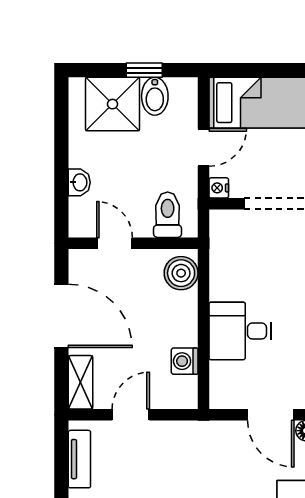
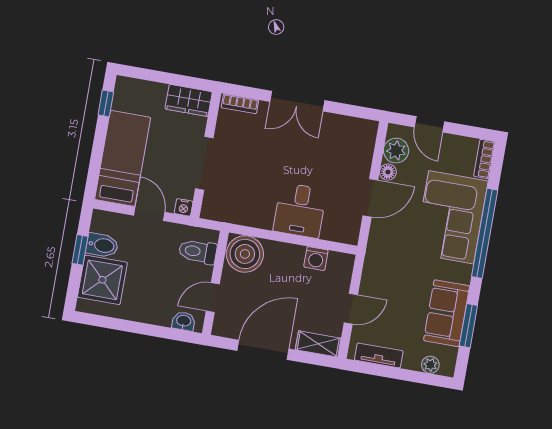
washbasin: (79, 182) -> (184, 321), moved
boiler: (181, 273) -> (245, 254), width x1.37, depth x1.37
door: (131, 415) -> (351, 309), swing flipped

